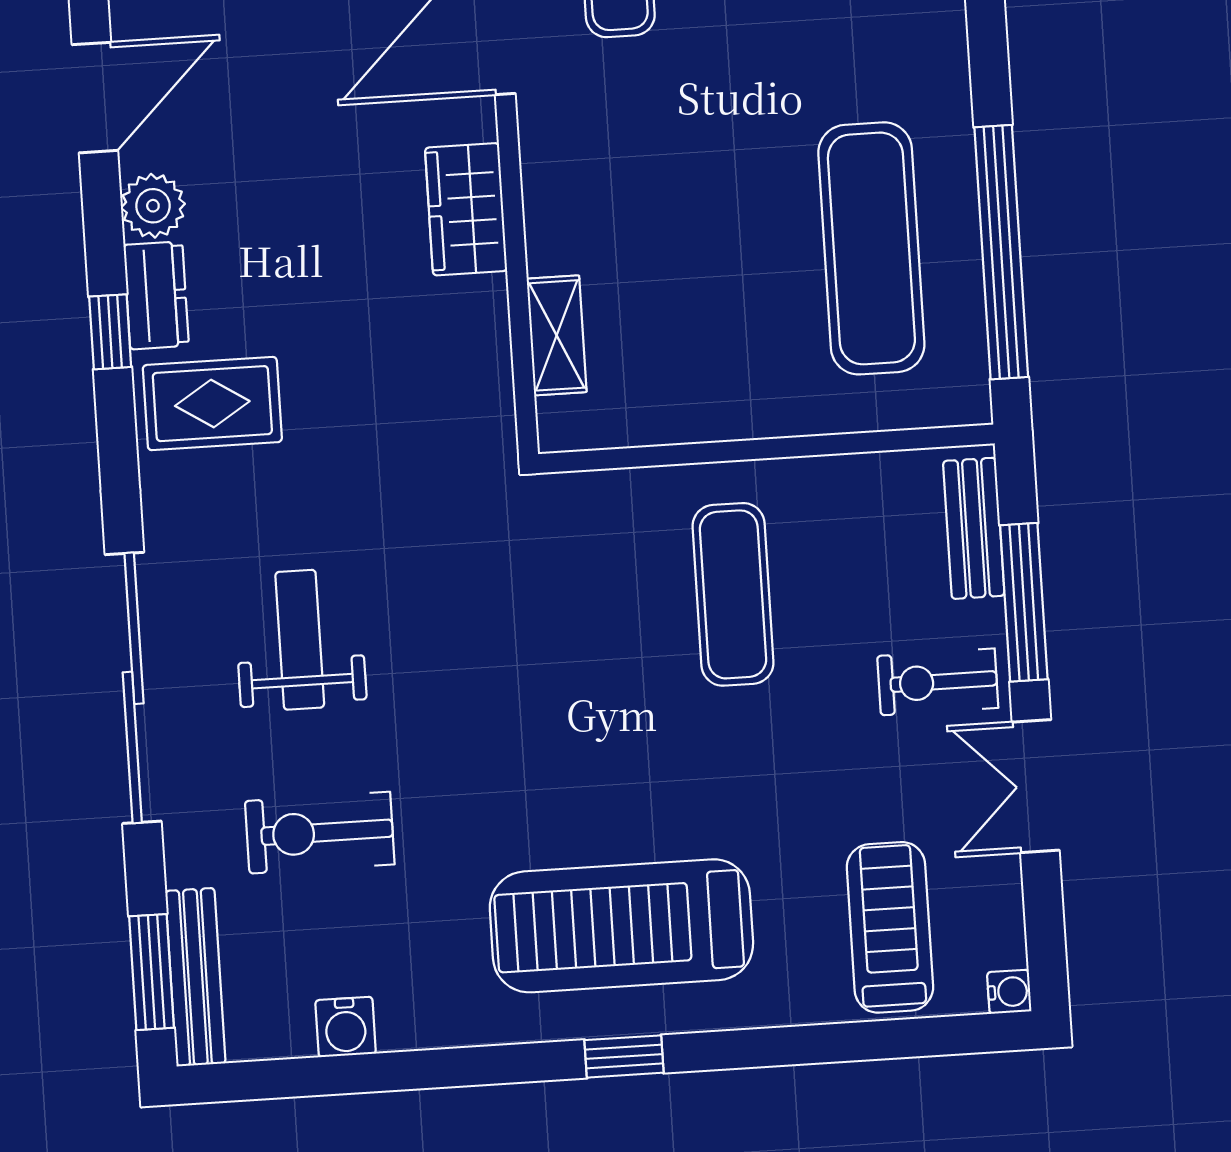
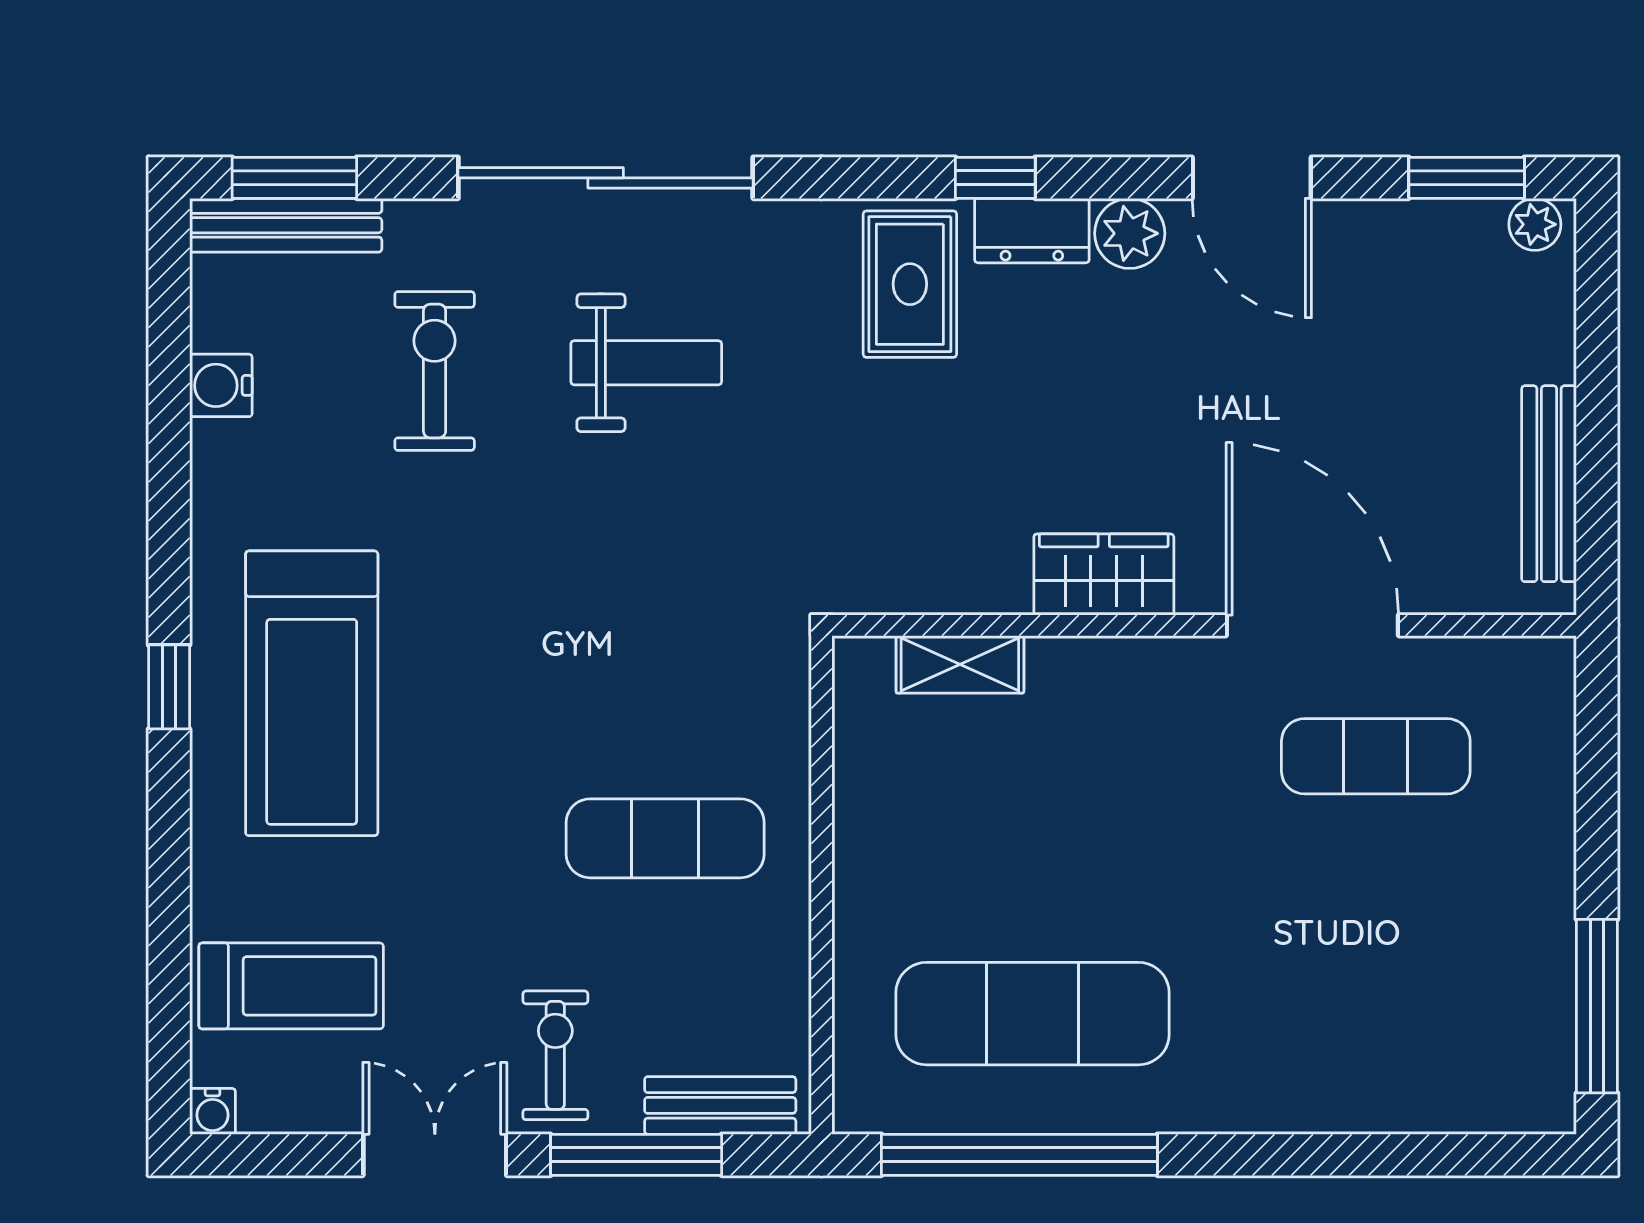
treadmill: (621, 926) -> (312, 693), turned 180

